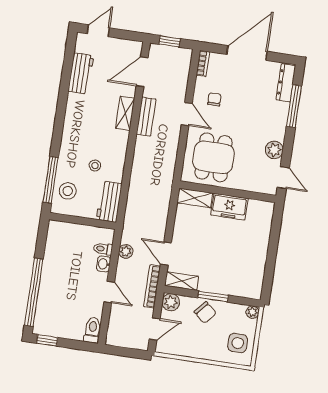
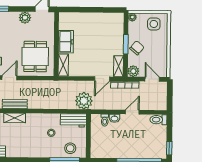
dining table: (213, 157) -> (35, 56), turned 90
plant: (126, 251) -> (84, 101), moved, width x1.88, depth x1.88

